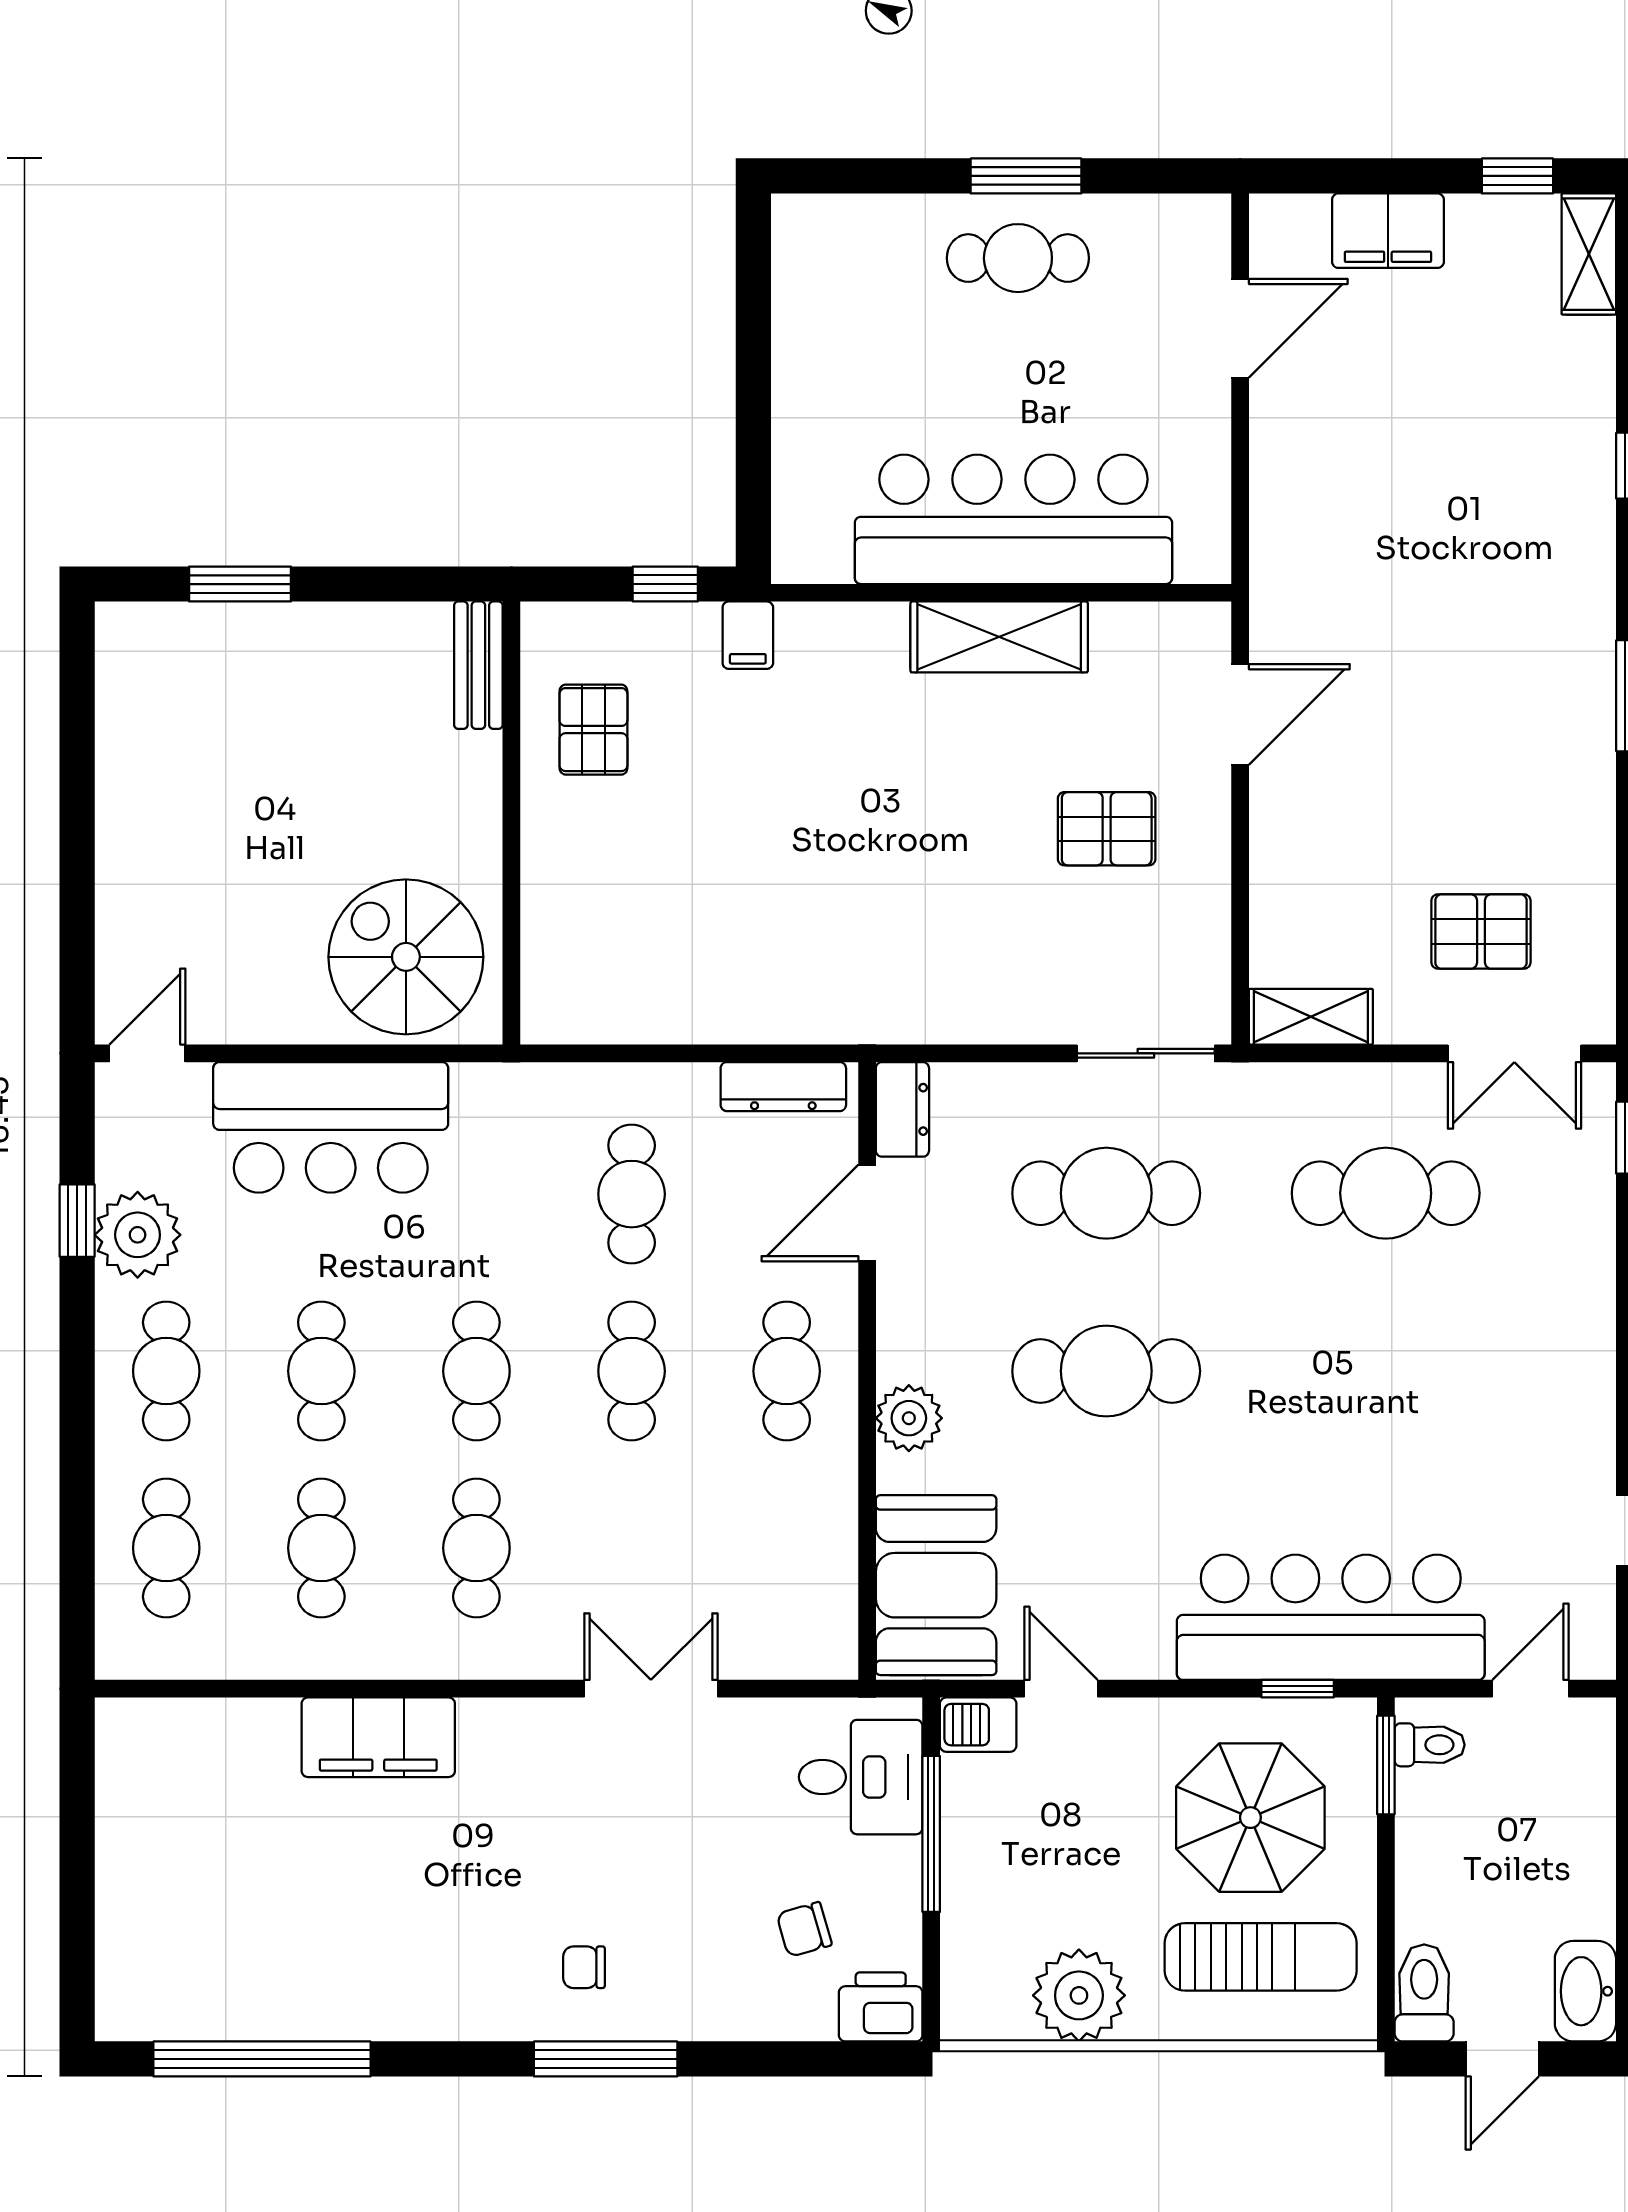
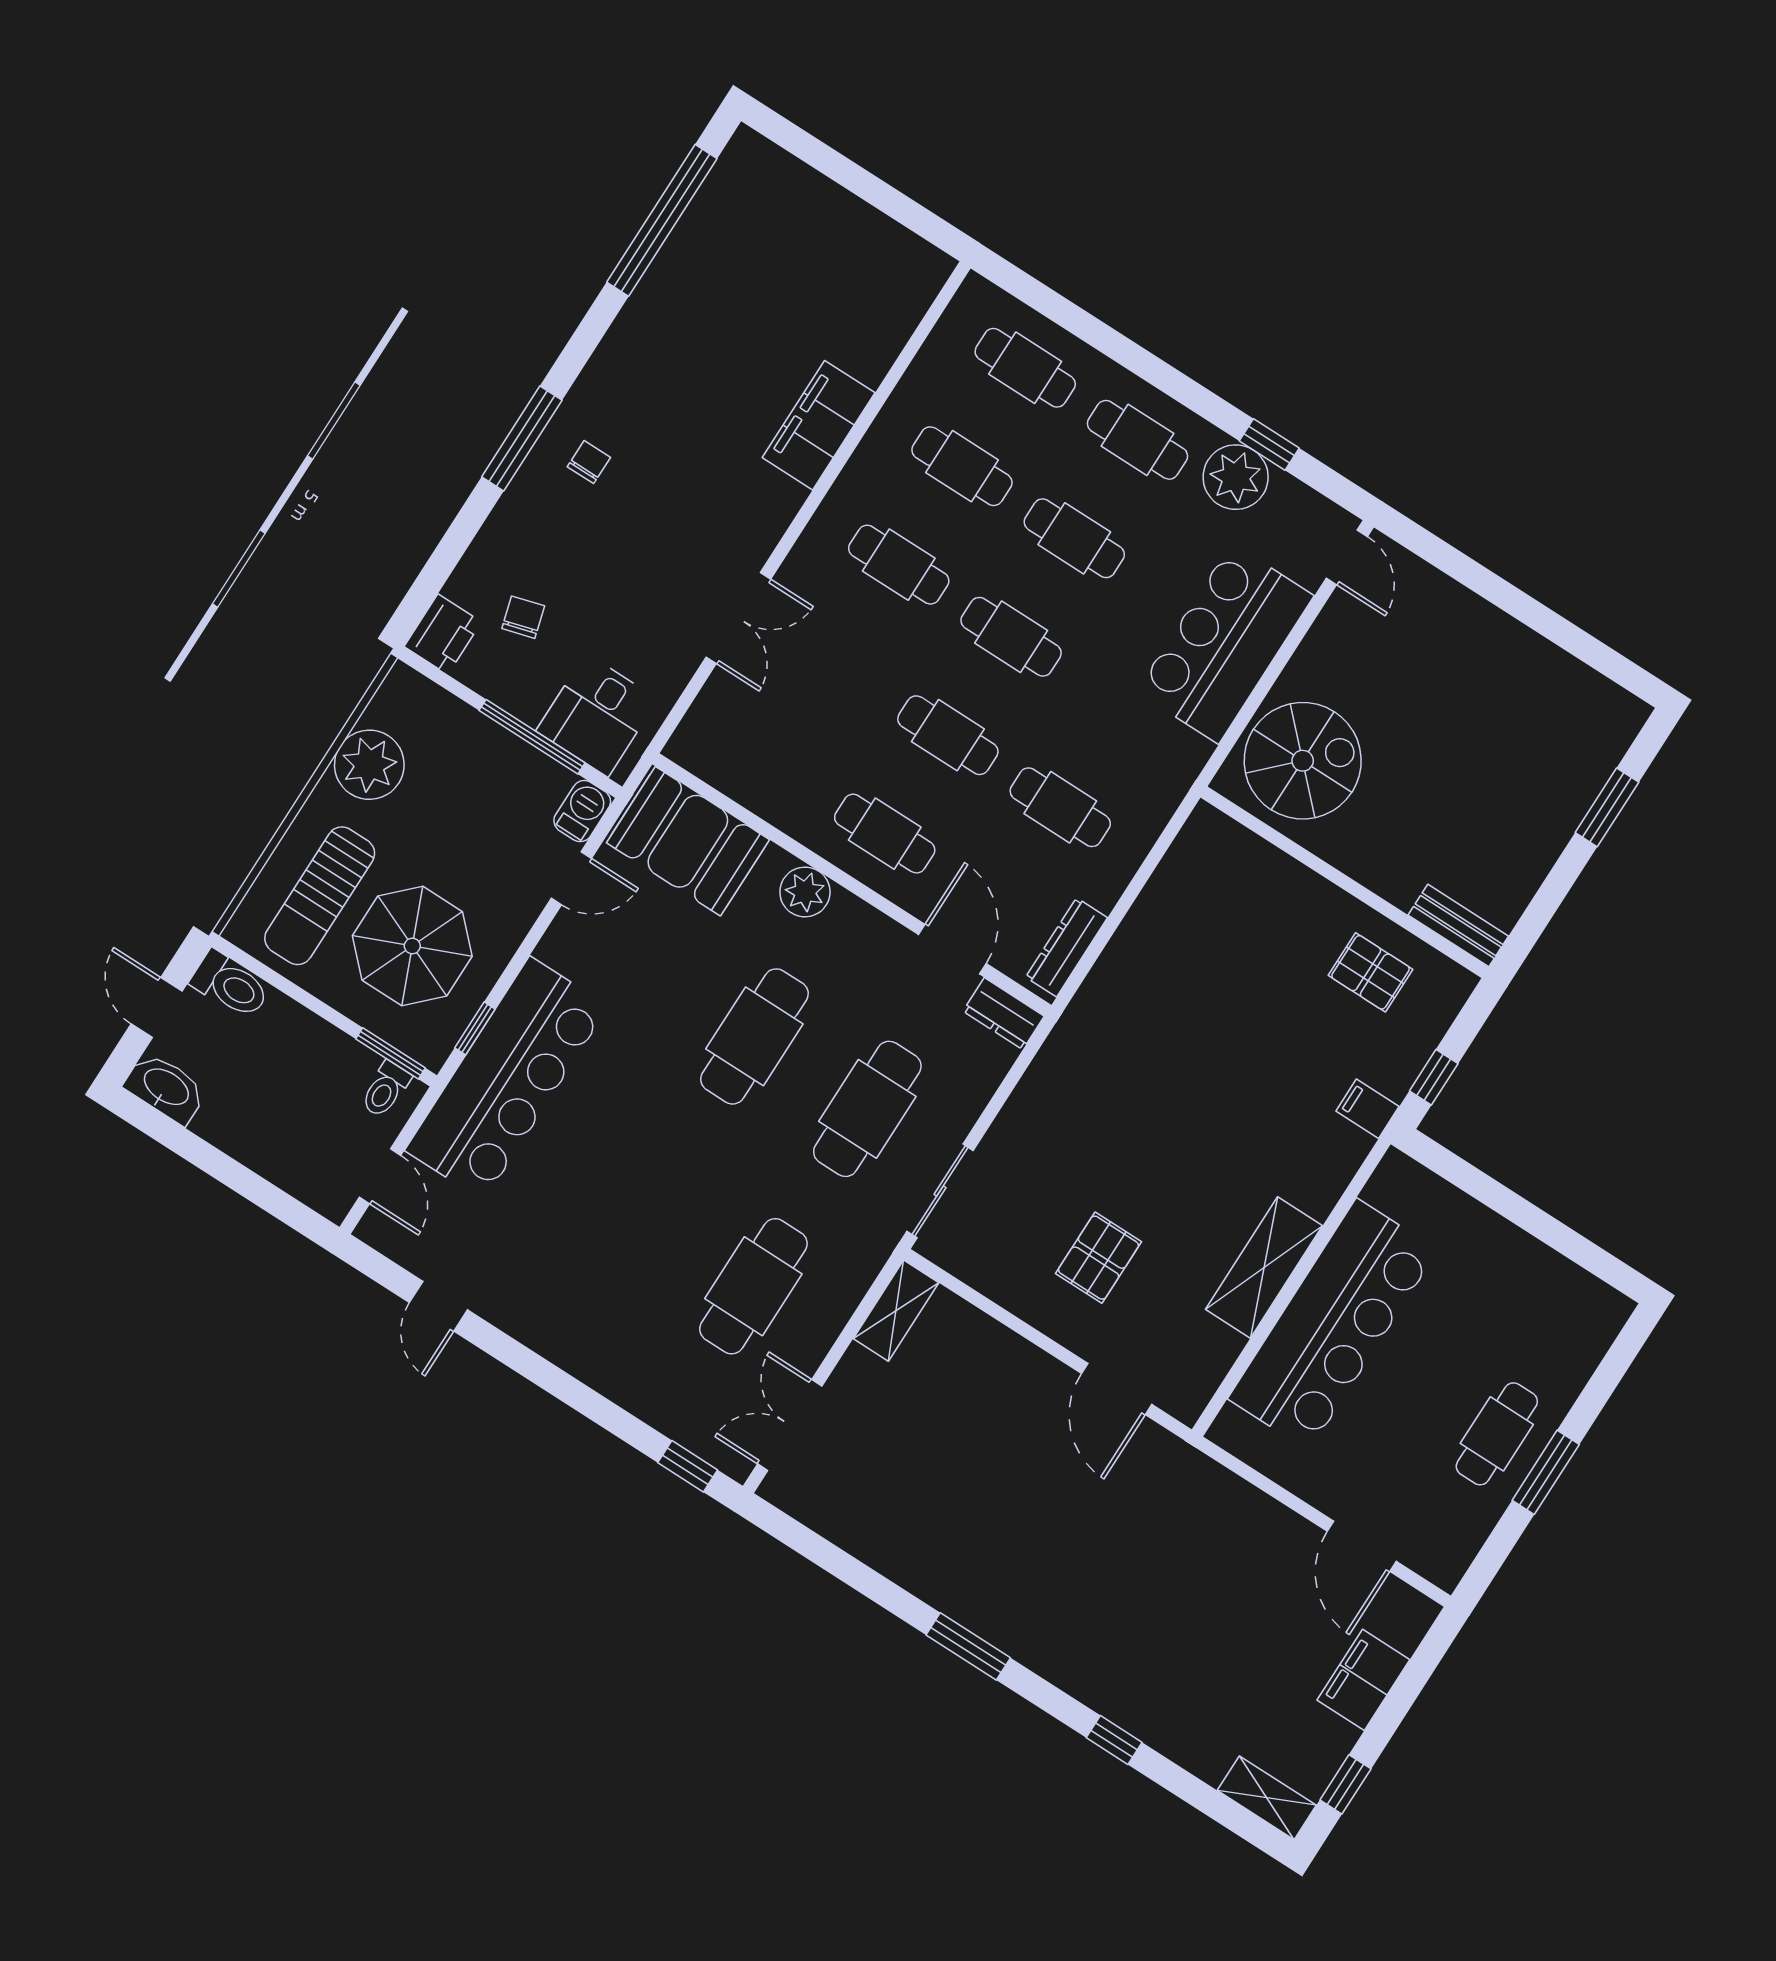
pallet: (1481, 932) -> (881, 1453), removed

